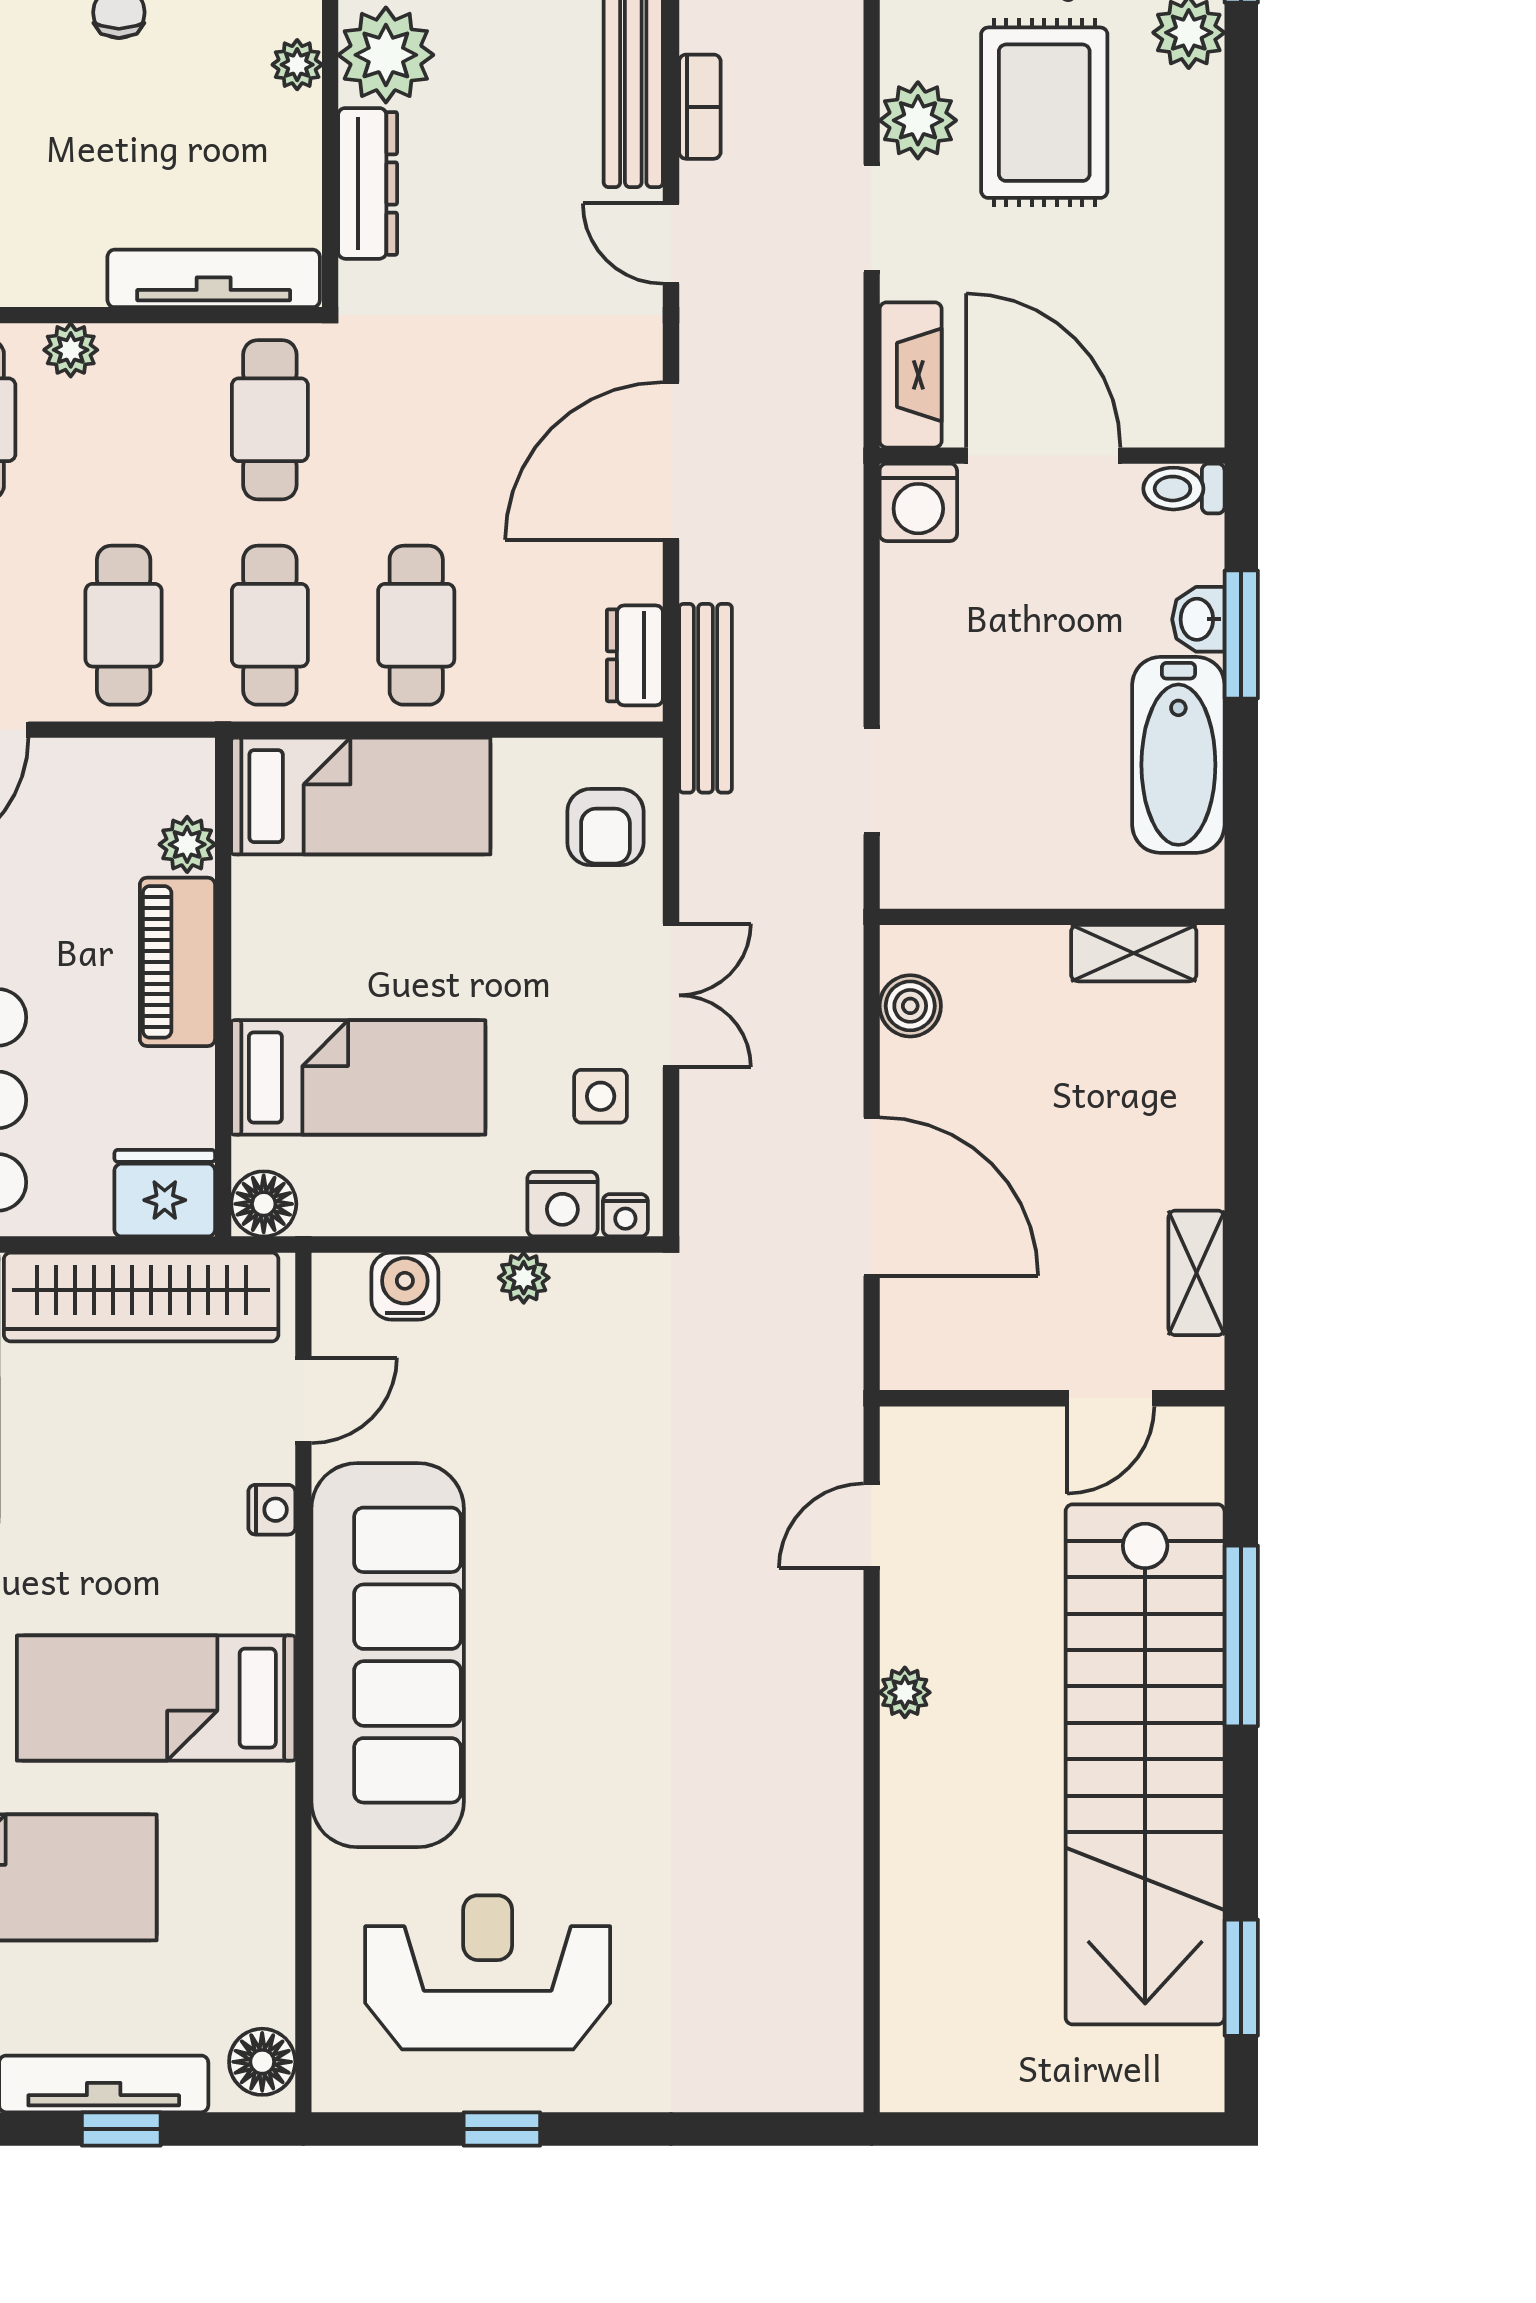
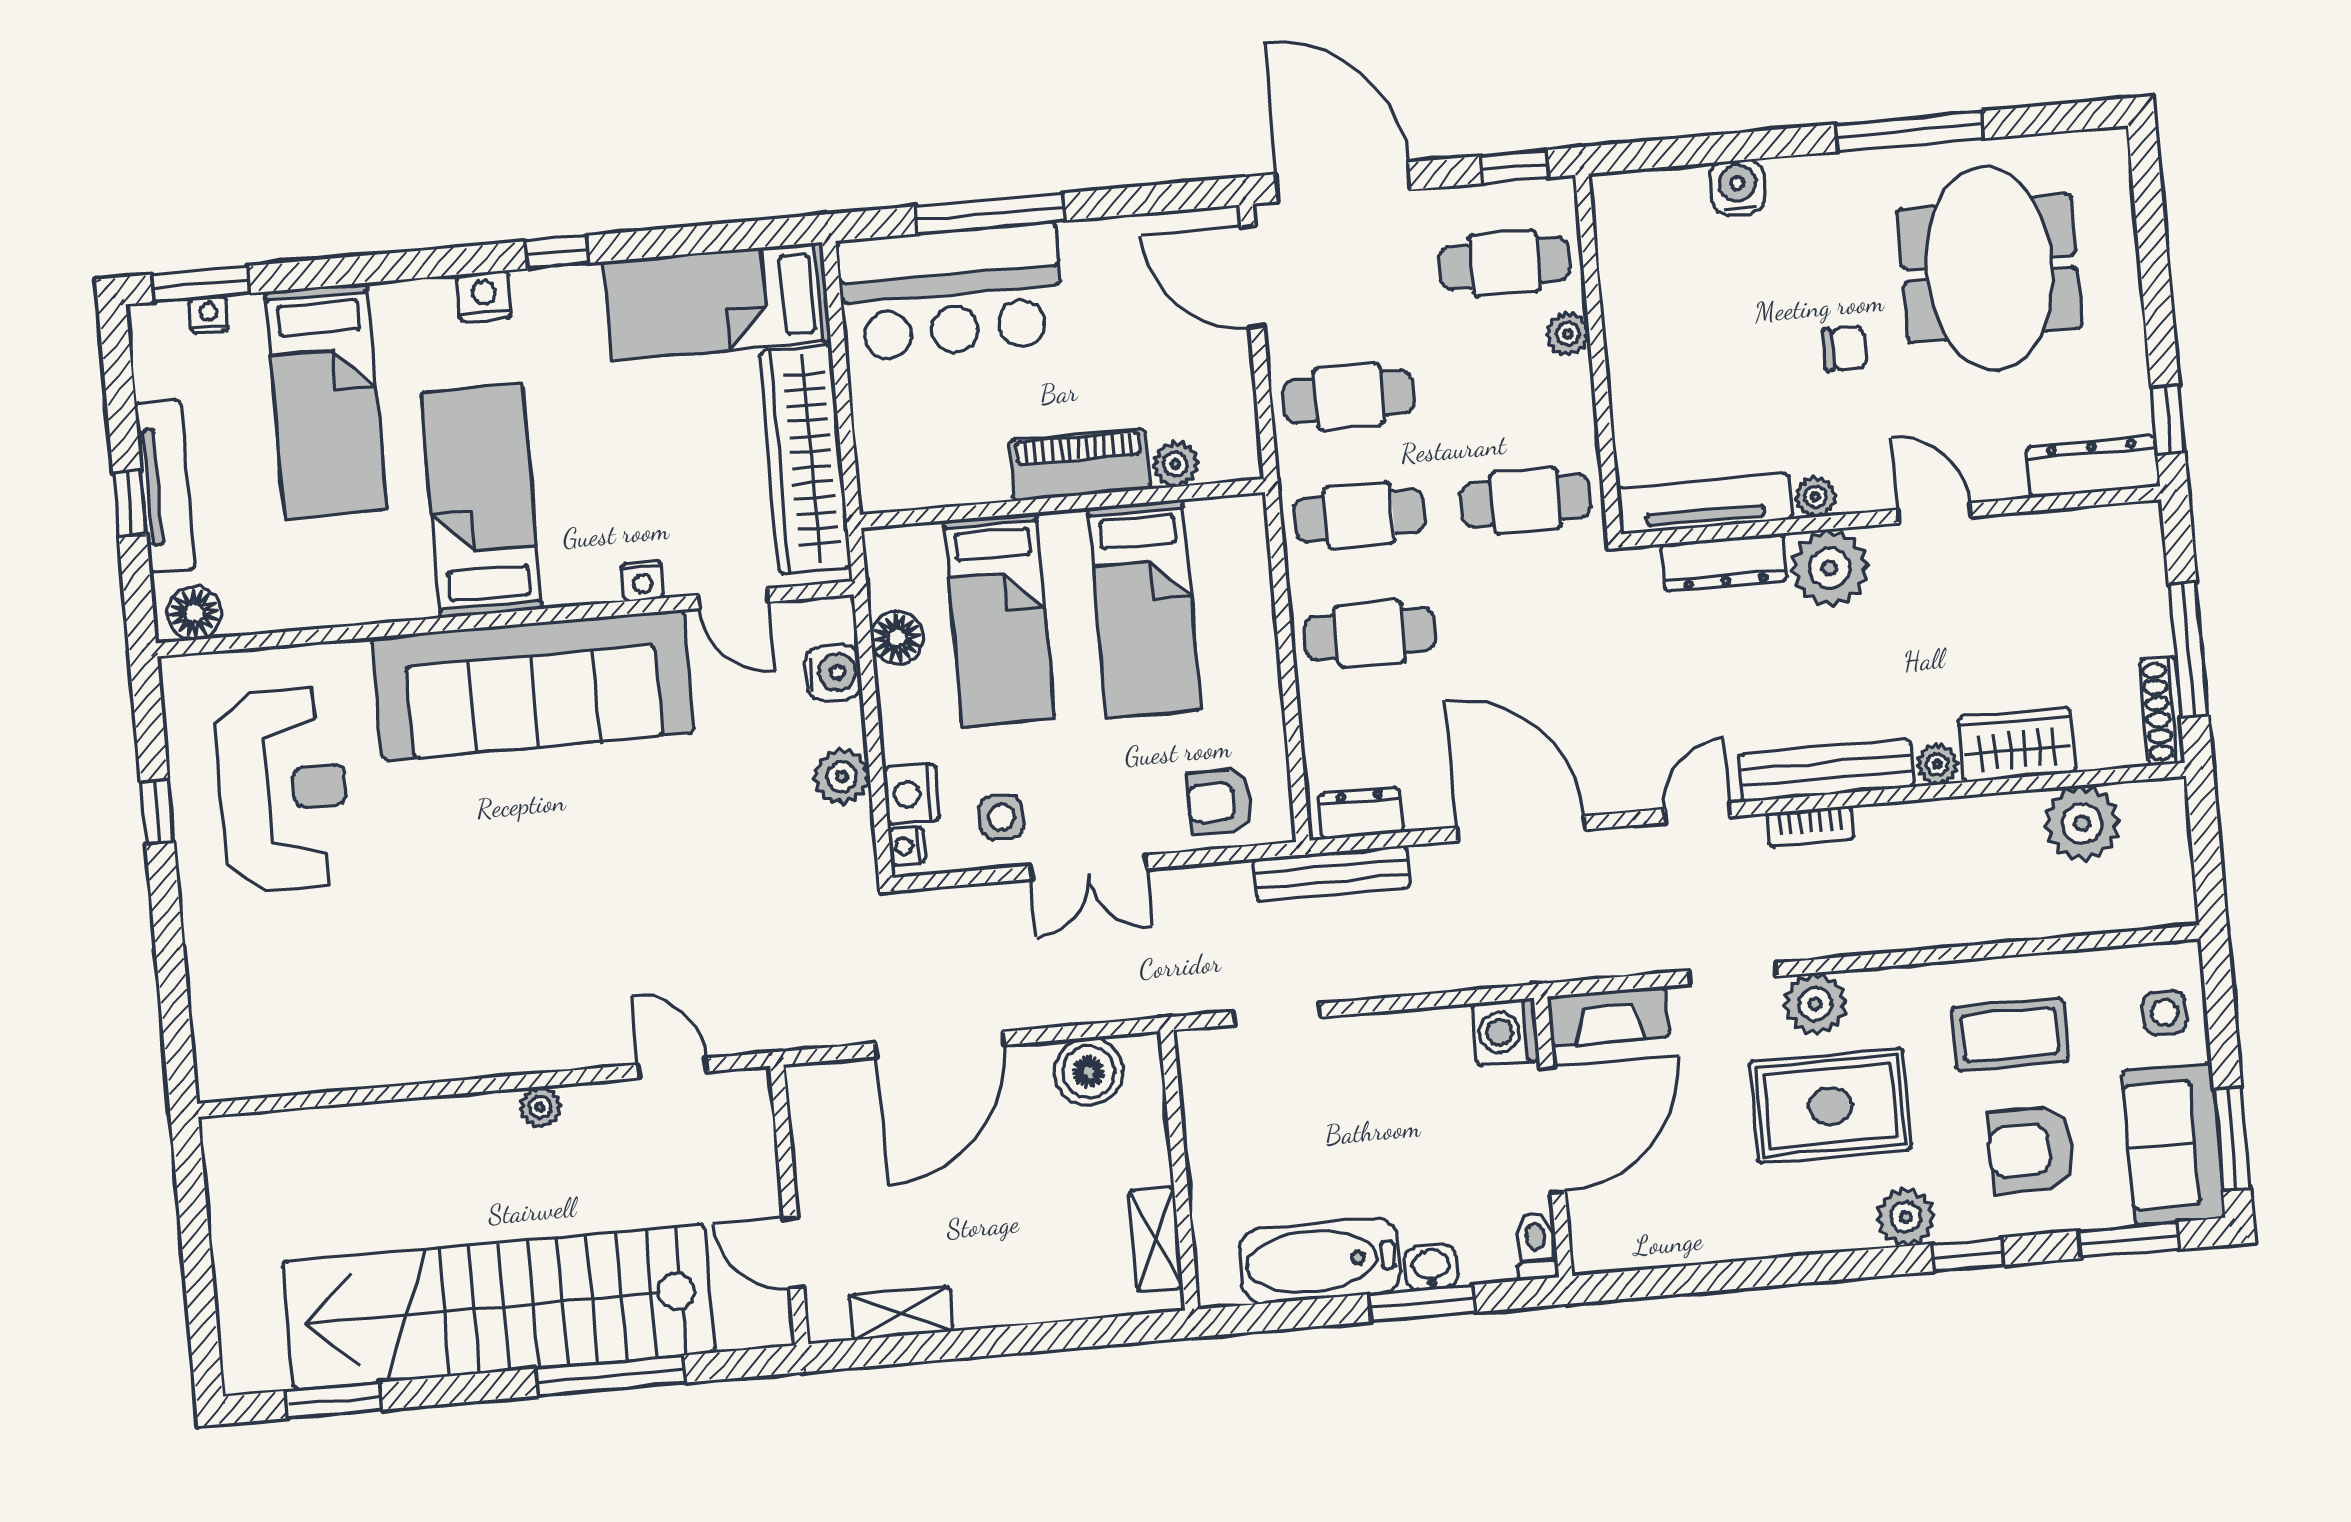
tv unit: (214, 278) -> (1705, 504), moved, turned -90
bed: (361, 796) -> (1144, 609), moved
boiler: (910, 1006) -> (1089, 1072), width x1.36, depth x1.36
fridge: (165, 1193) -> (891, 471), removed
floor lamp: (264, 1204) -> (897, 638), moved
plant: (524, 1278) -> (842, 777), width x1.38, depth x1.38

